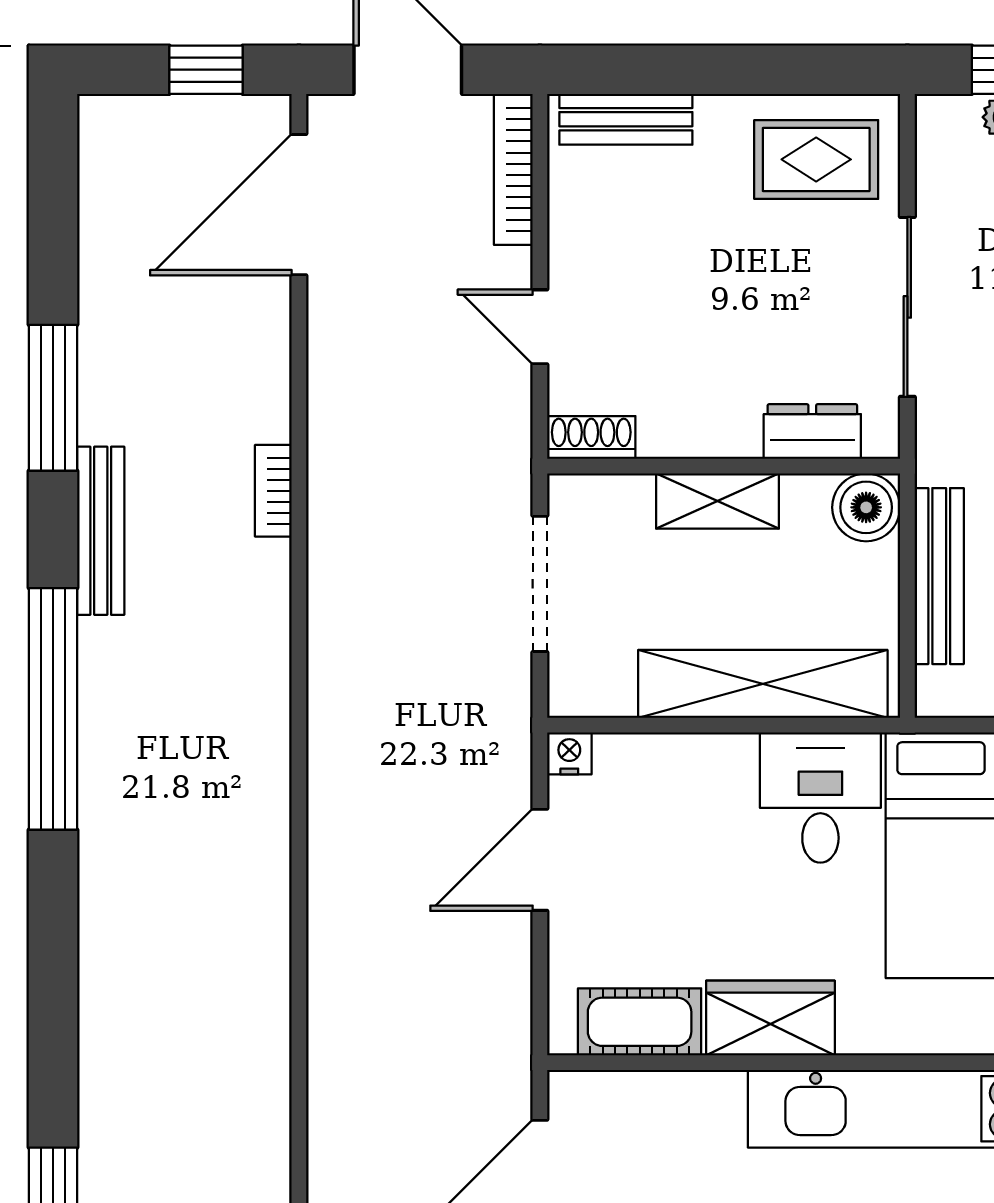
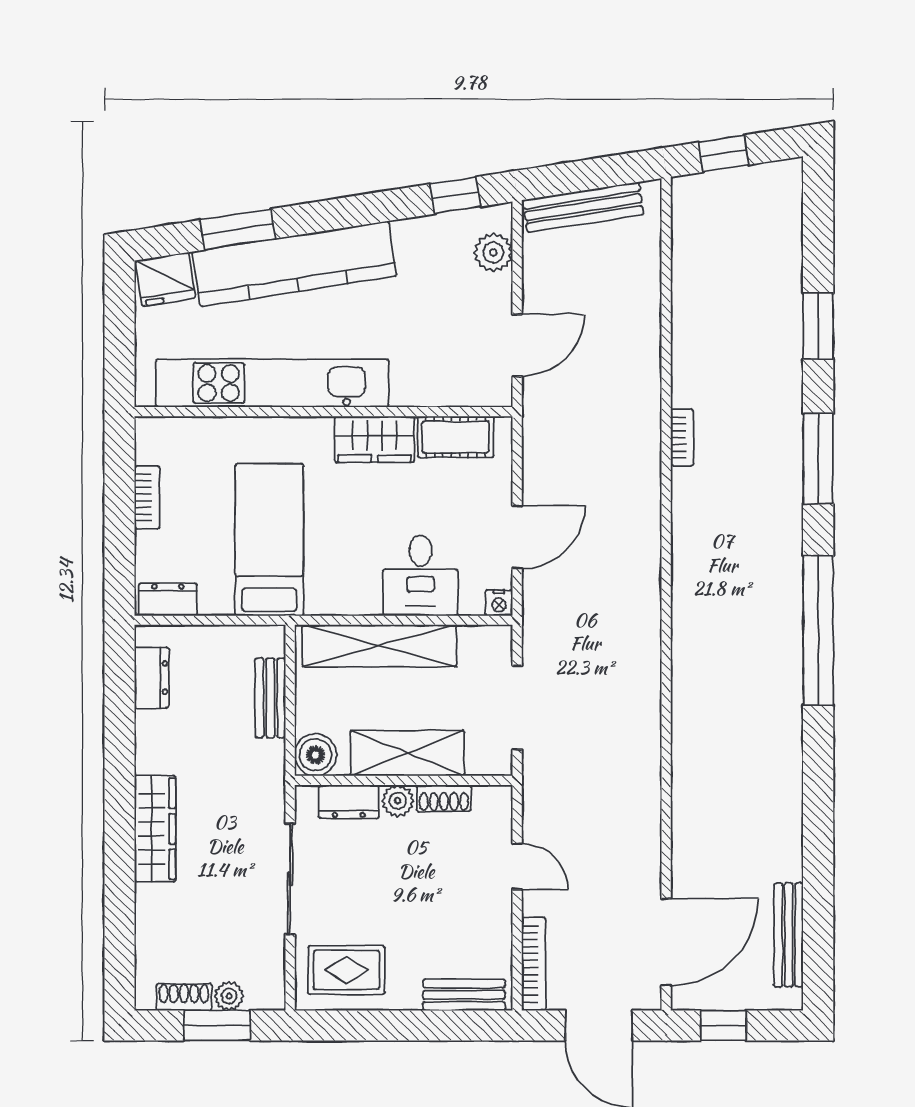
window: (53, 398) -> (818, 459), moved
plant: (733, 433) -> (398, 801), added
shoe rack: (591, 437) -> (444, 798), moved
bookcase: (273, 491) -> (682, 437), moved
shelving: (718, 501) -> (407, 753), width x1.50, depth x1.33
bench: (101, 531) -> (789, 935), moved
bench: (939, 576) -> (270, 698), width x0.73
desk: (820, 798) -> (420, 575), moved

